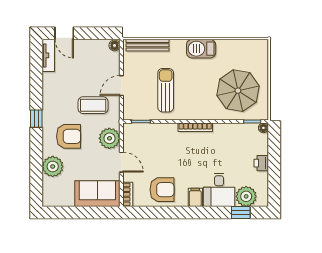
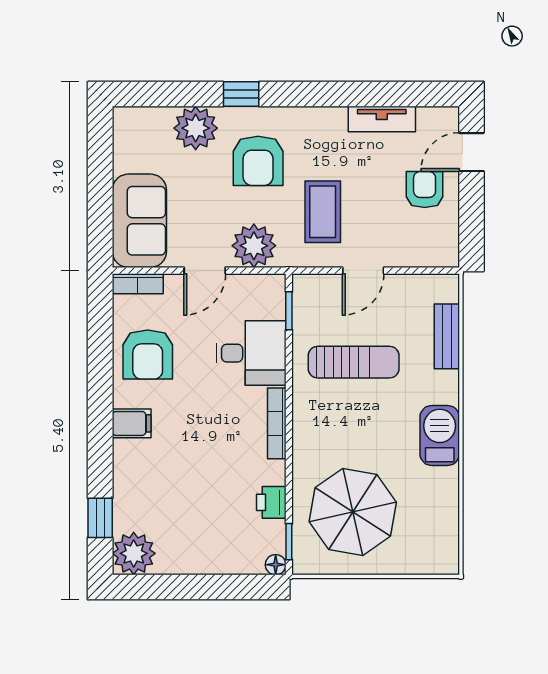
floor lamp: (115, 45) -> (446, 256), removed
bench: (147, 45) -> (447, 336), width x0.73
tv unit: (48, 55) -> (382, 119), moved
armchair: (82, 56) -> (425, 190), added
door: (121, 86) -> (363, 271), swing flipped
window: (36, 119) -> (241, 94), moved
printer: (261, 163) -> (271, 502), moved, turned -90
desk: (219, 190) -> (251, 353), moved, turned 180
plant: (246, 196) -> (134, 553), moved

